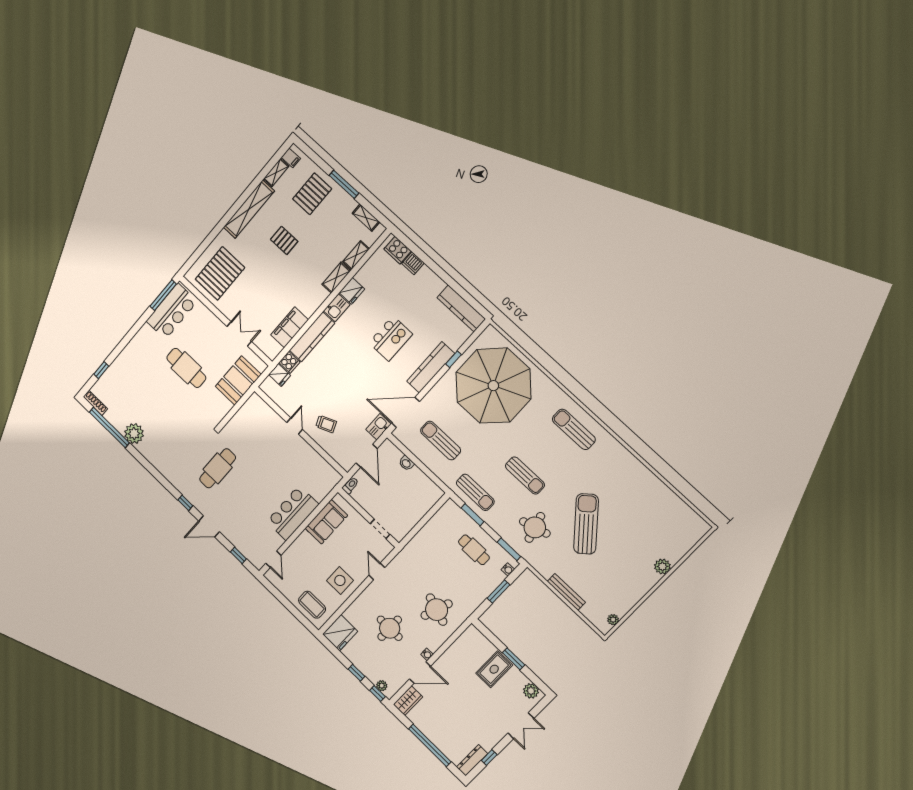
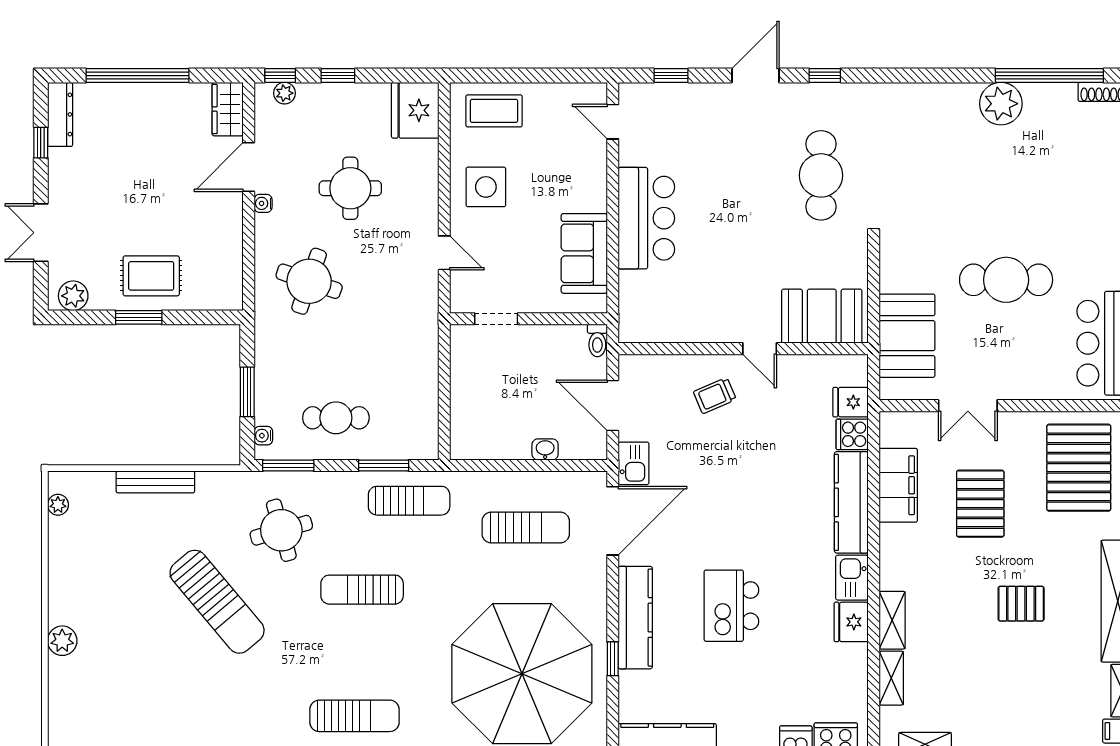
pallet: (312, 194) -> (980, 504), moved
booth: (262, 417) -> (822, 316), added
sun lounger: (475, 492) -> (409, 501), turned 180
rug: (494, 669) -> (151, 276), turned 90

